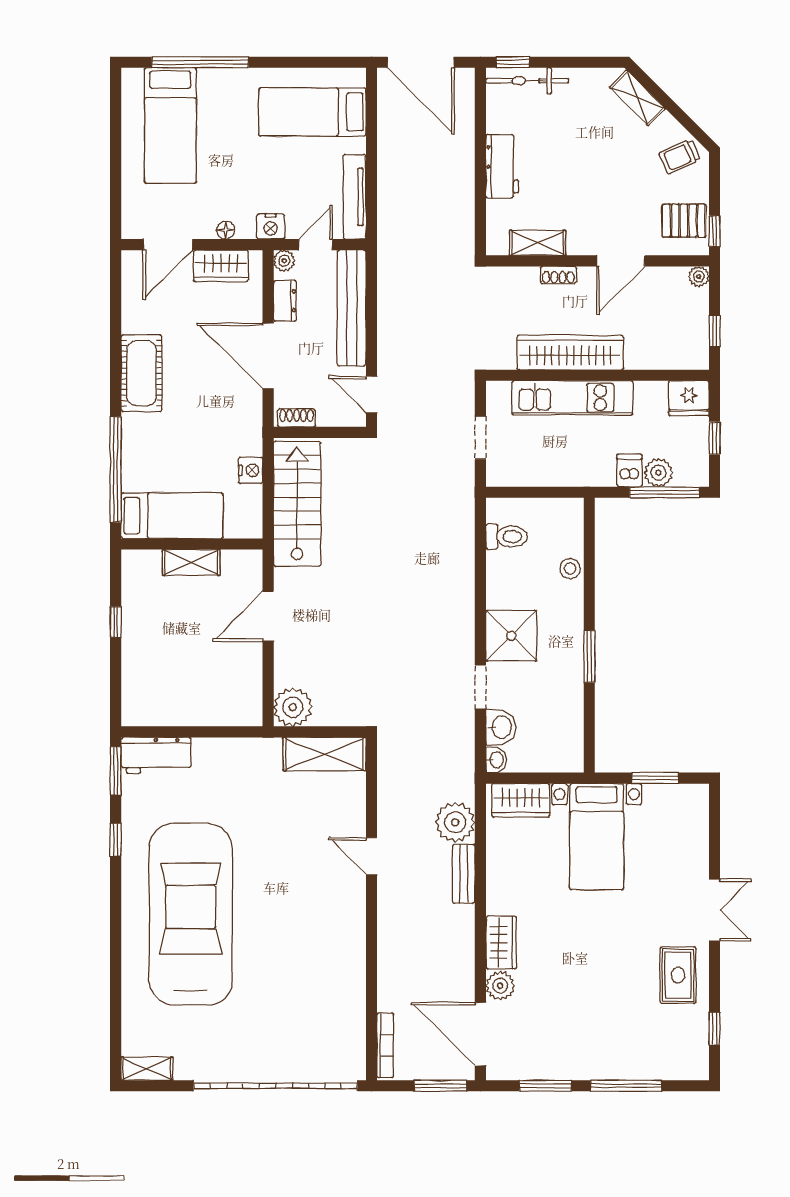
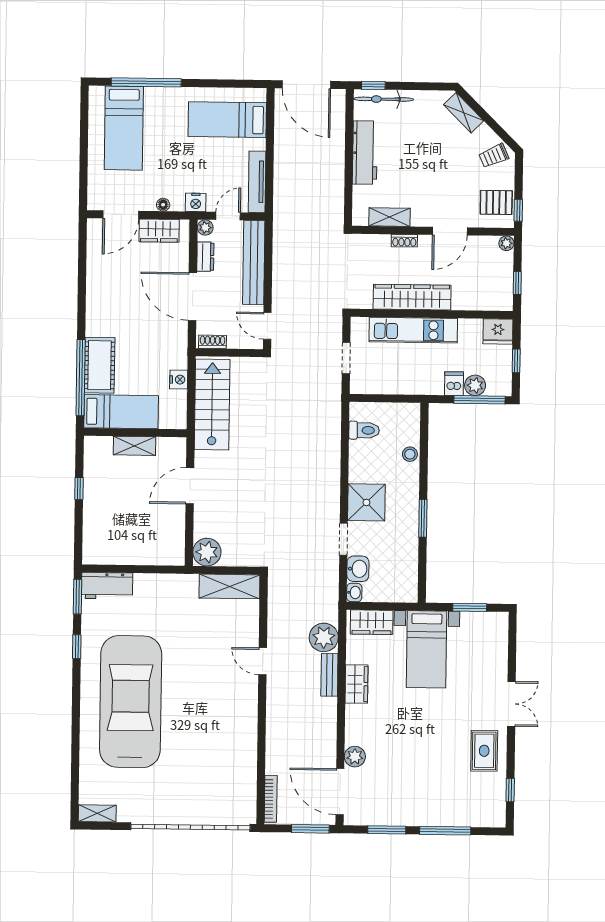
workbench: (502, 166) -> (365, 152), width x1.38
cot: (142, 373) -> (100, 365), moved
wardrobe: (501, 943) -> (357, 684), moved

